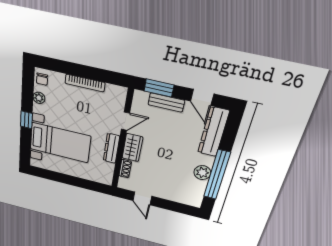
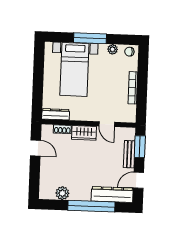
window: (26, 120) -> (90, 38), width x2.17
dresser: (111, 148) -> (56, 114), moved
plant: (202, 173) -> (62, 193), moved
window: (217, 175) -> (91, 206), moved
door: (142, 198) -> (35, 148), swing flipped

